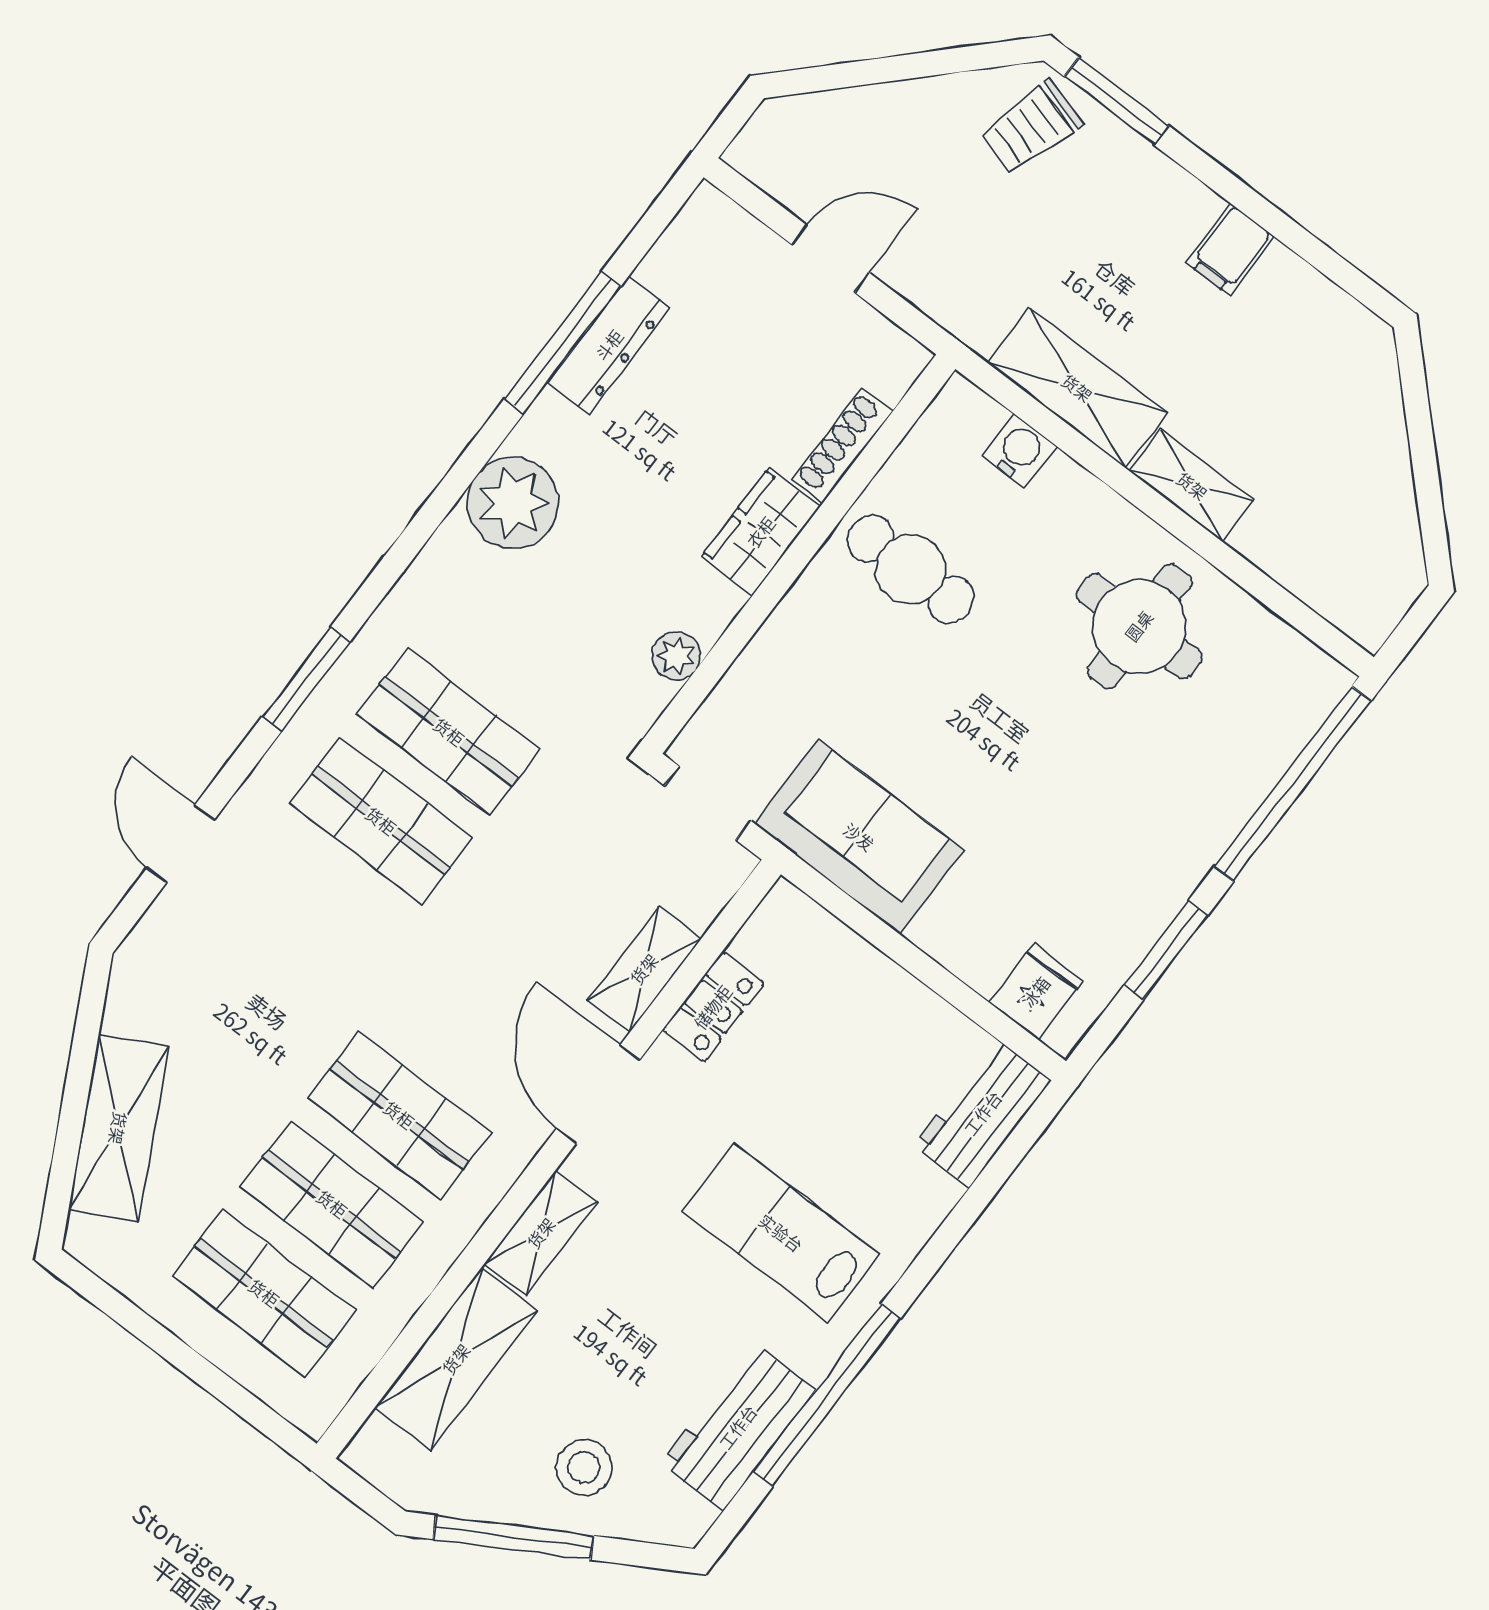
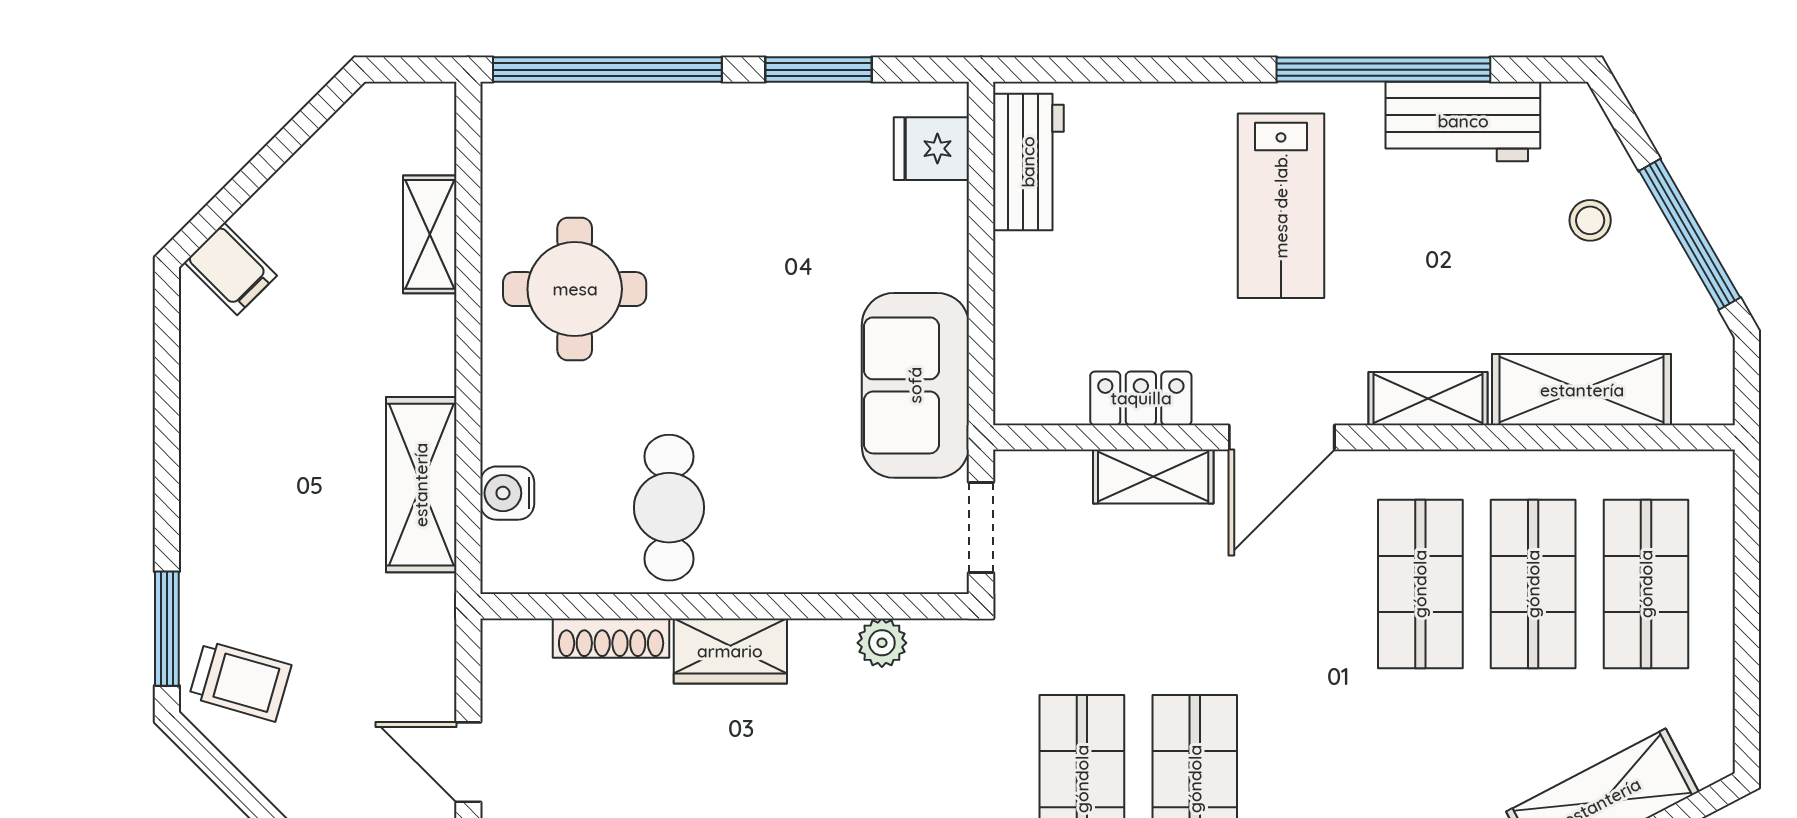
filing cabinet: (1230, 249) -> (230, 269), moved, turned 45
shelving: (1192, 486) -> (430, 234), moved
workbench: (983, 1113) -> (1028, 162), moved, turned -90
stool: (584, 1468) -> (1590, 220), width x0.73, depth x0.73

